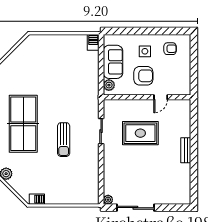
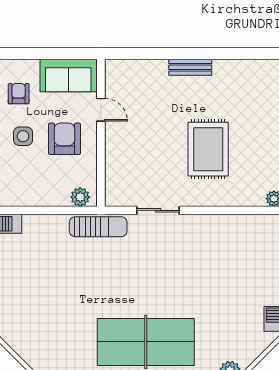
sofa: (113, 62) -> (68, 75), moved, turned 180
rug: (140, 133) -> (208, 149), moved
sun lounger: (64, 140) -> (98, 227), moved

